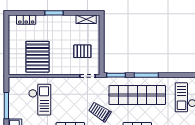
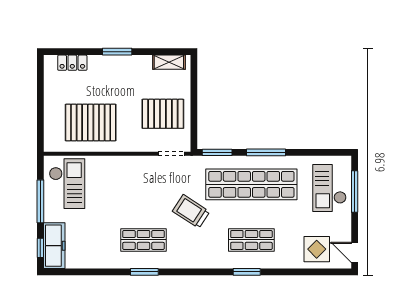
pallet: (82, 51) -> (163, 114), width x1.50, depth x1.42
pallet: (38, 57) -> (91, 123), turned 90
checkout: (40, 100) -> (67, 184), moved

